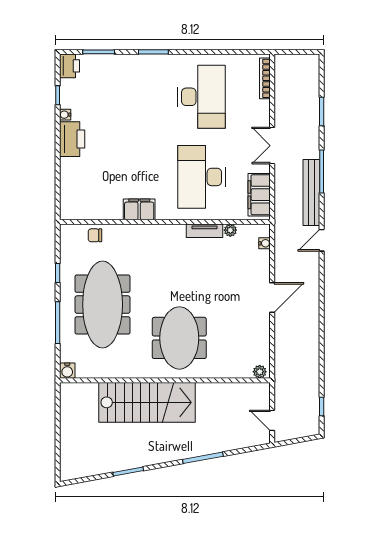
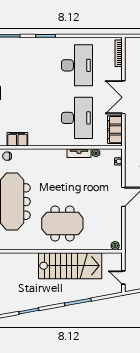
double door: (272, 146) -> (123, 97), width x1.37
desk: (202, 177) -> (77, 118), turned 180
filing cabinet: (139, 209) -> (17, 139), moved
meeting table: (179, 338) -> (62, 223), turned 90
stairs: (147, 402) -> (70, 266), moved

